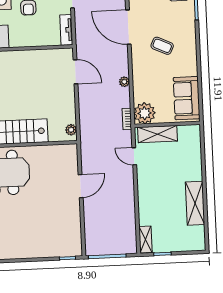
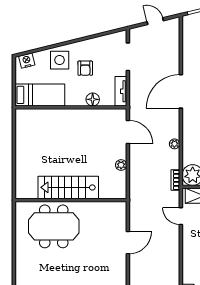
door: (128, 27) -> (181, 91), hinge flipped
floor lamp: (38, 40) -> (93, 99), added
plant: (71, 130) -> (121, 165), moved

